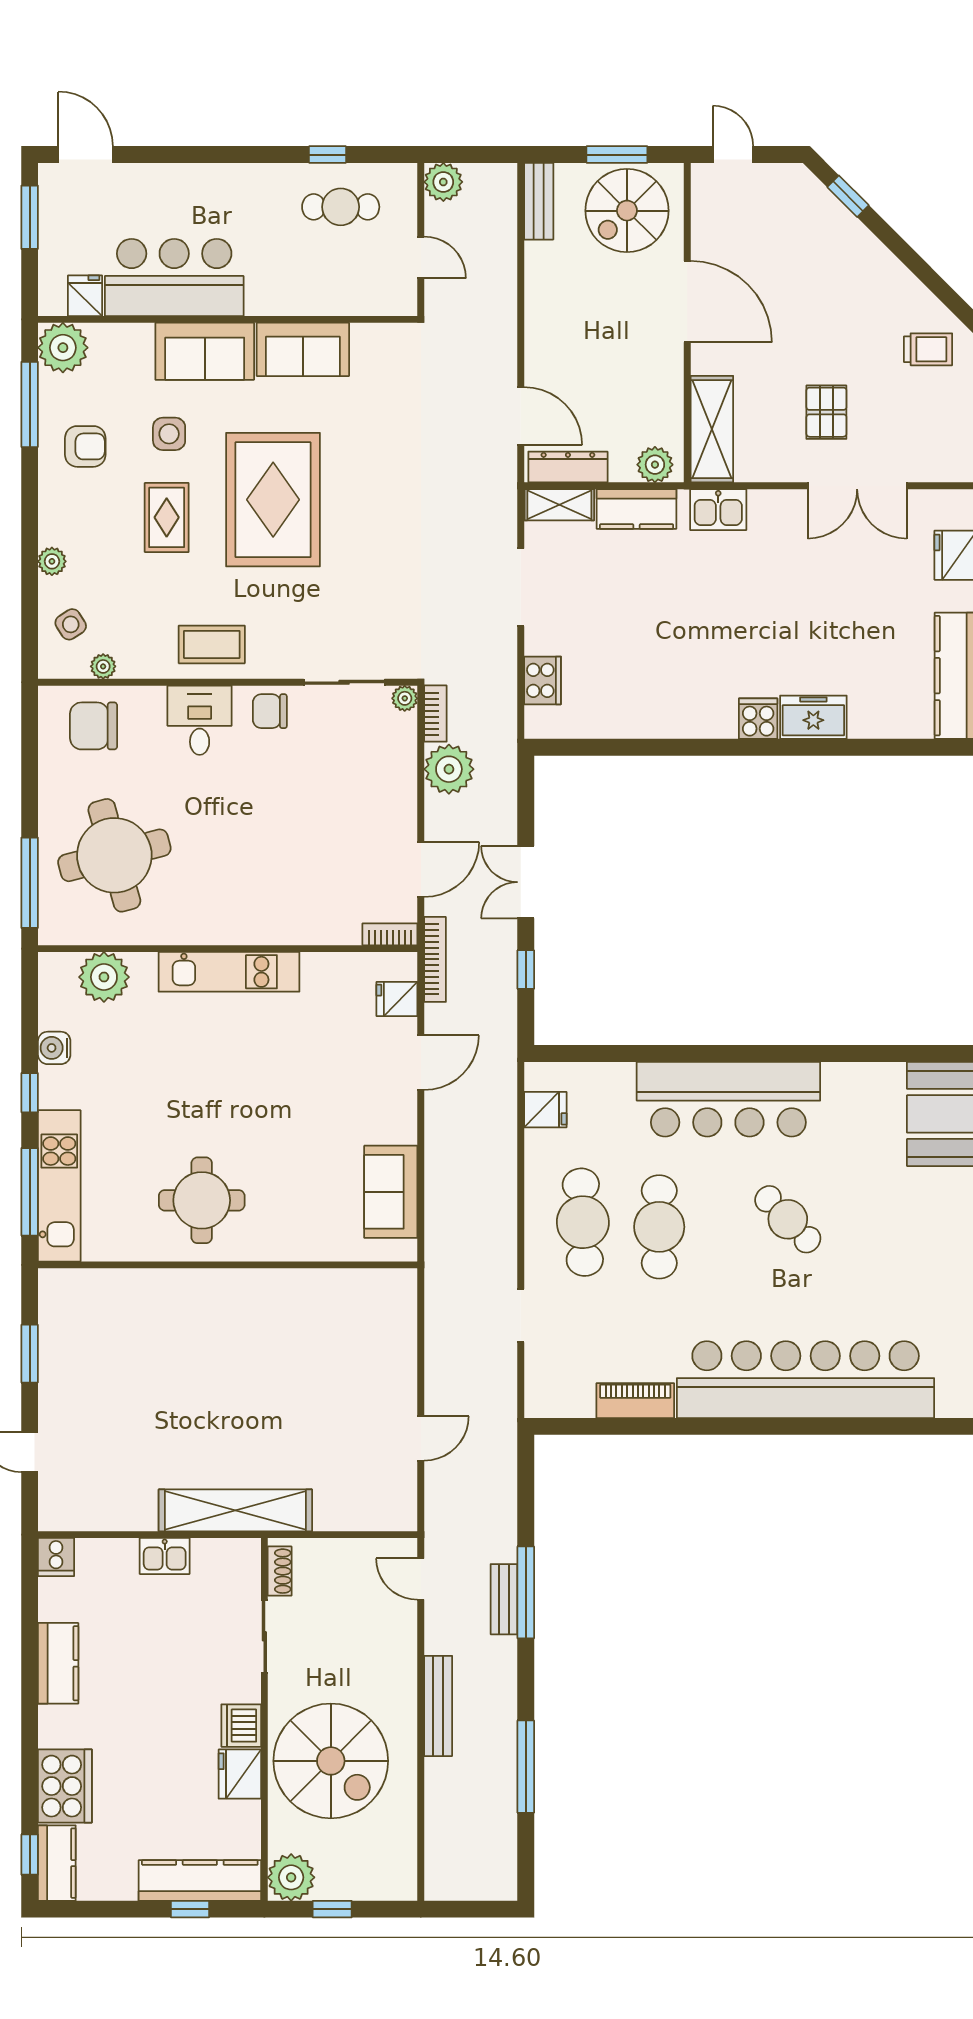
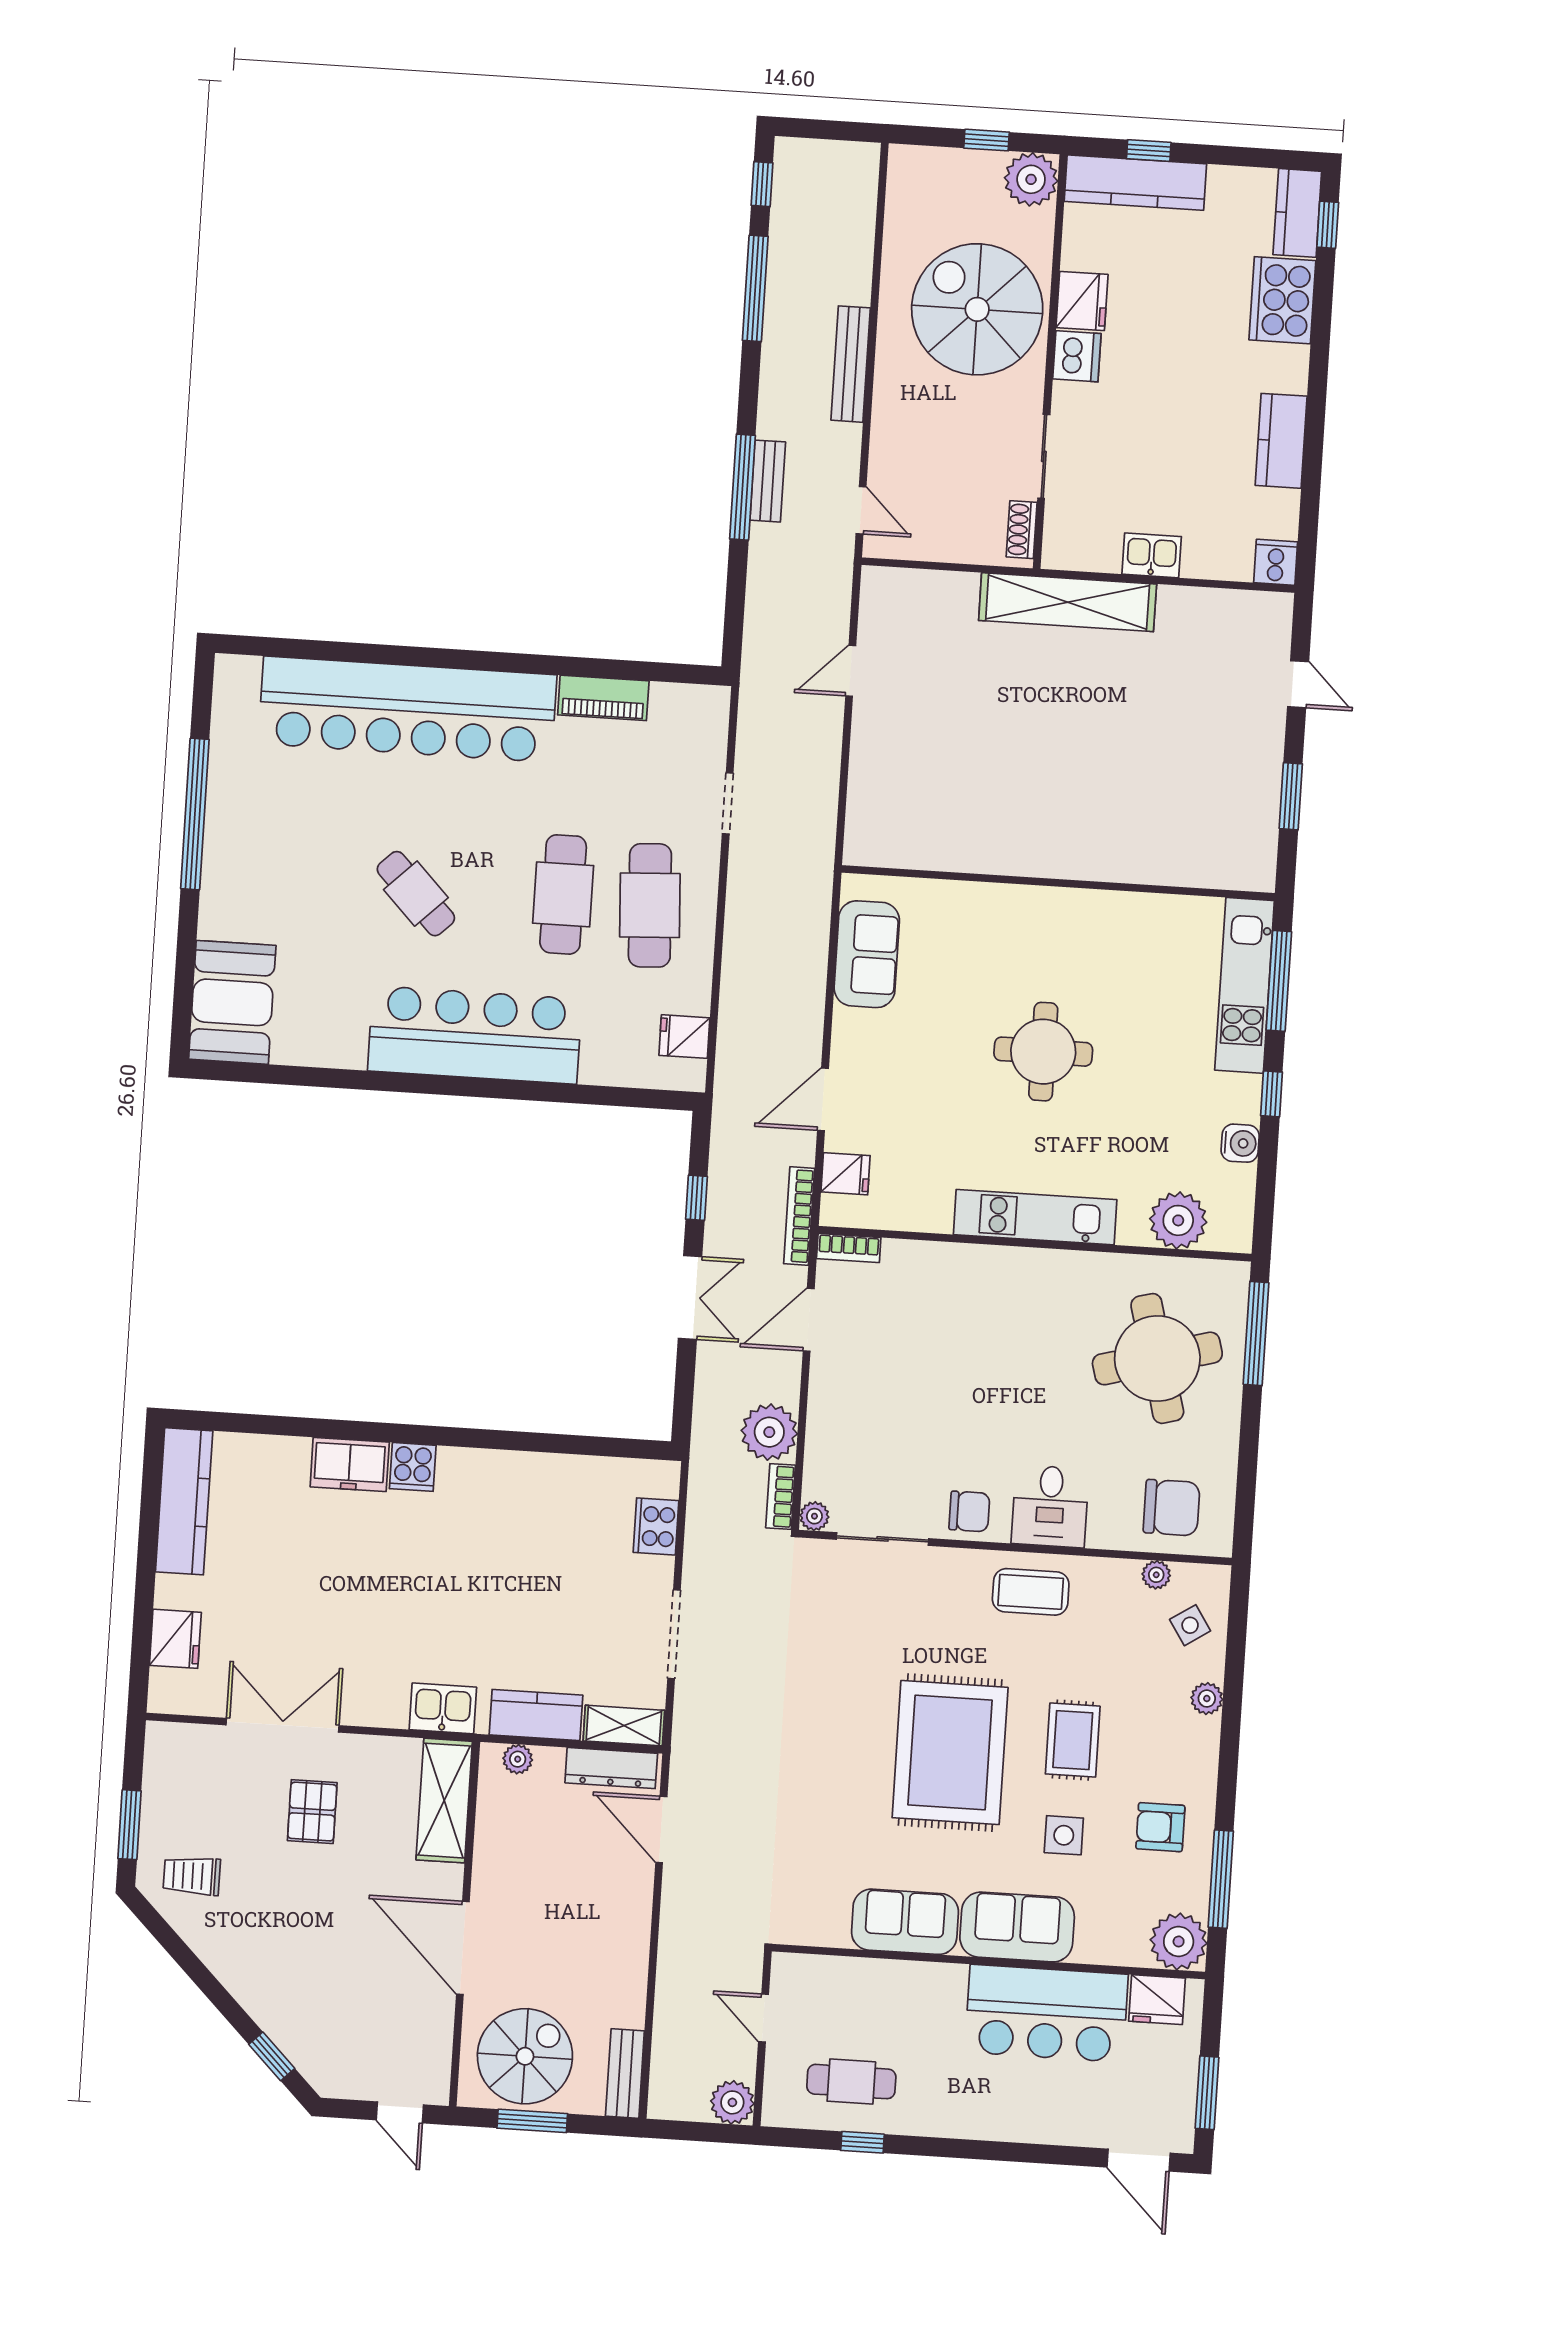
fridge: (85, 296) -> (1157, 2000), width x1.38
plant: (655, 465) -> (518, 1759), width x0.73, depth x0.73
round table: (202, 1200) -> (1043, 1052), moved
window: (526, 1858) -> (762, 184), added

